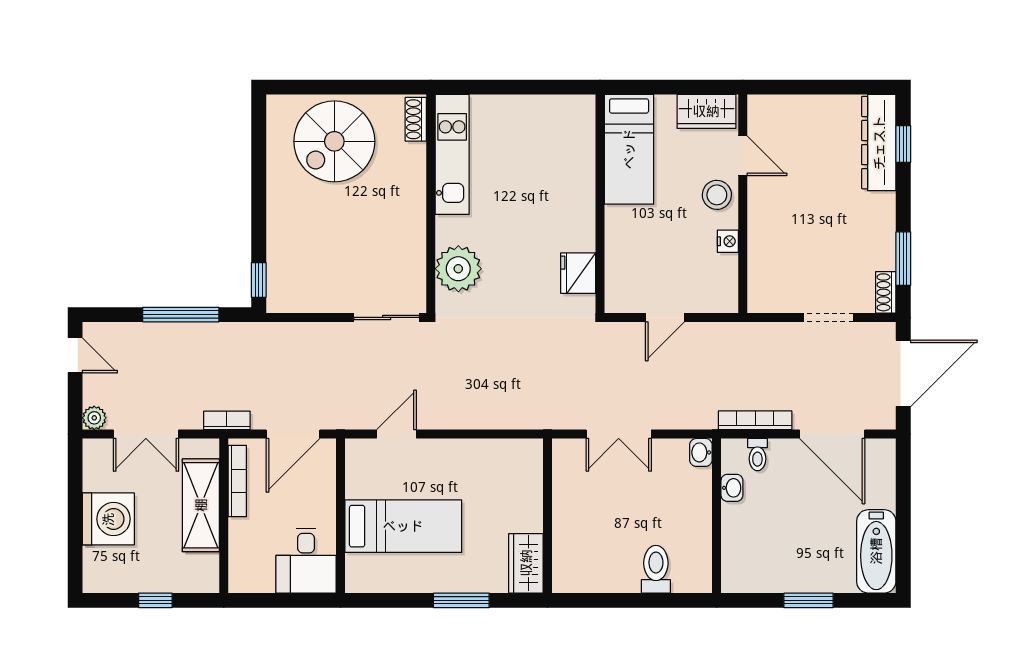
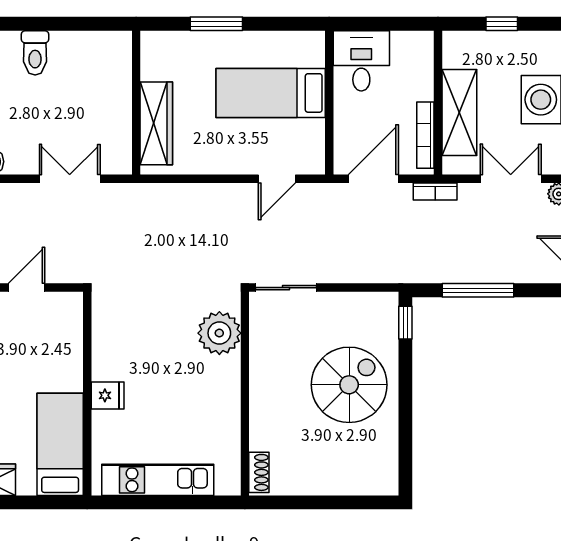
spiral stairs: (334, 141) -> (349, 385), moved
kitchen unit: (452, 154) -> (158, 480), moved, turned 90
fridge: (578, 273) -> (108, 395), moved, width x0.72
wardrobe: (526, 563) -> (156, 123), moved, width x1.50

